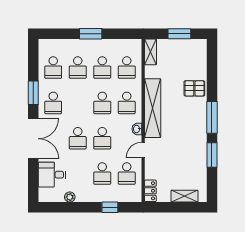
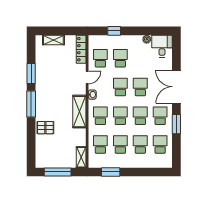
window: (91, 34) -> (111, 172), moved
window: (179, 34) -> (58, 172), width x1.44
school desk: (78, 103) -> (140, 116), added
shelving: (153, 108) -> (79, 112), width x0.68
desk: (52, 175) -> (162, 46), moved, turned -90
locker: (150, 191) -> (81, 49), width x1.53

